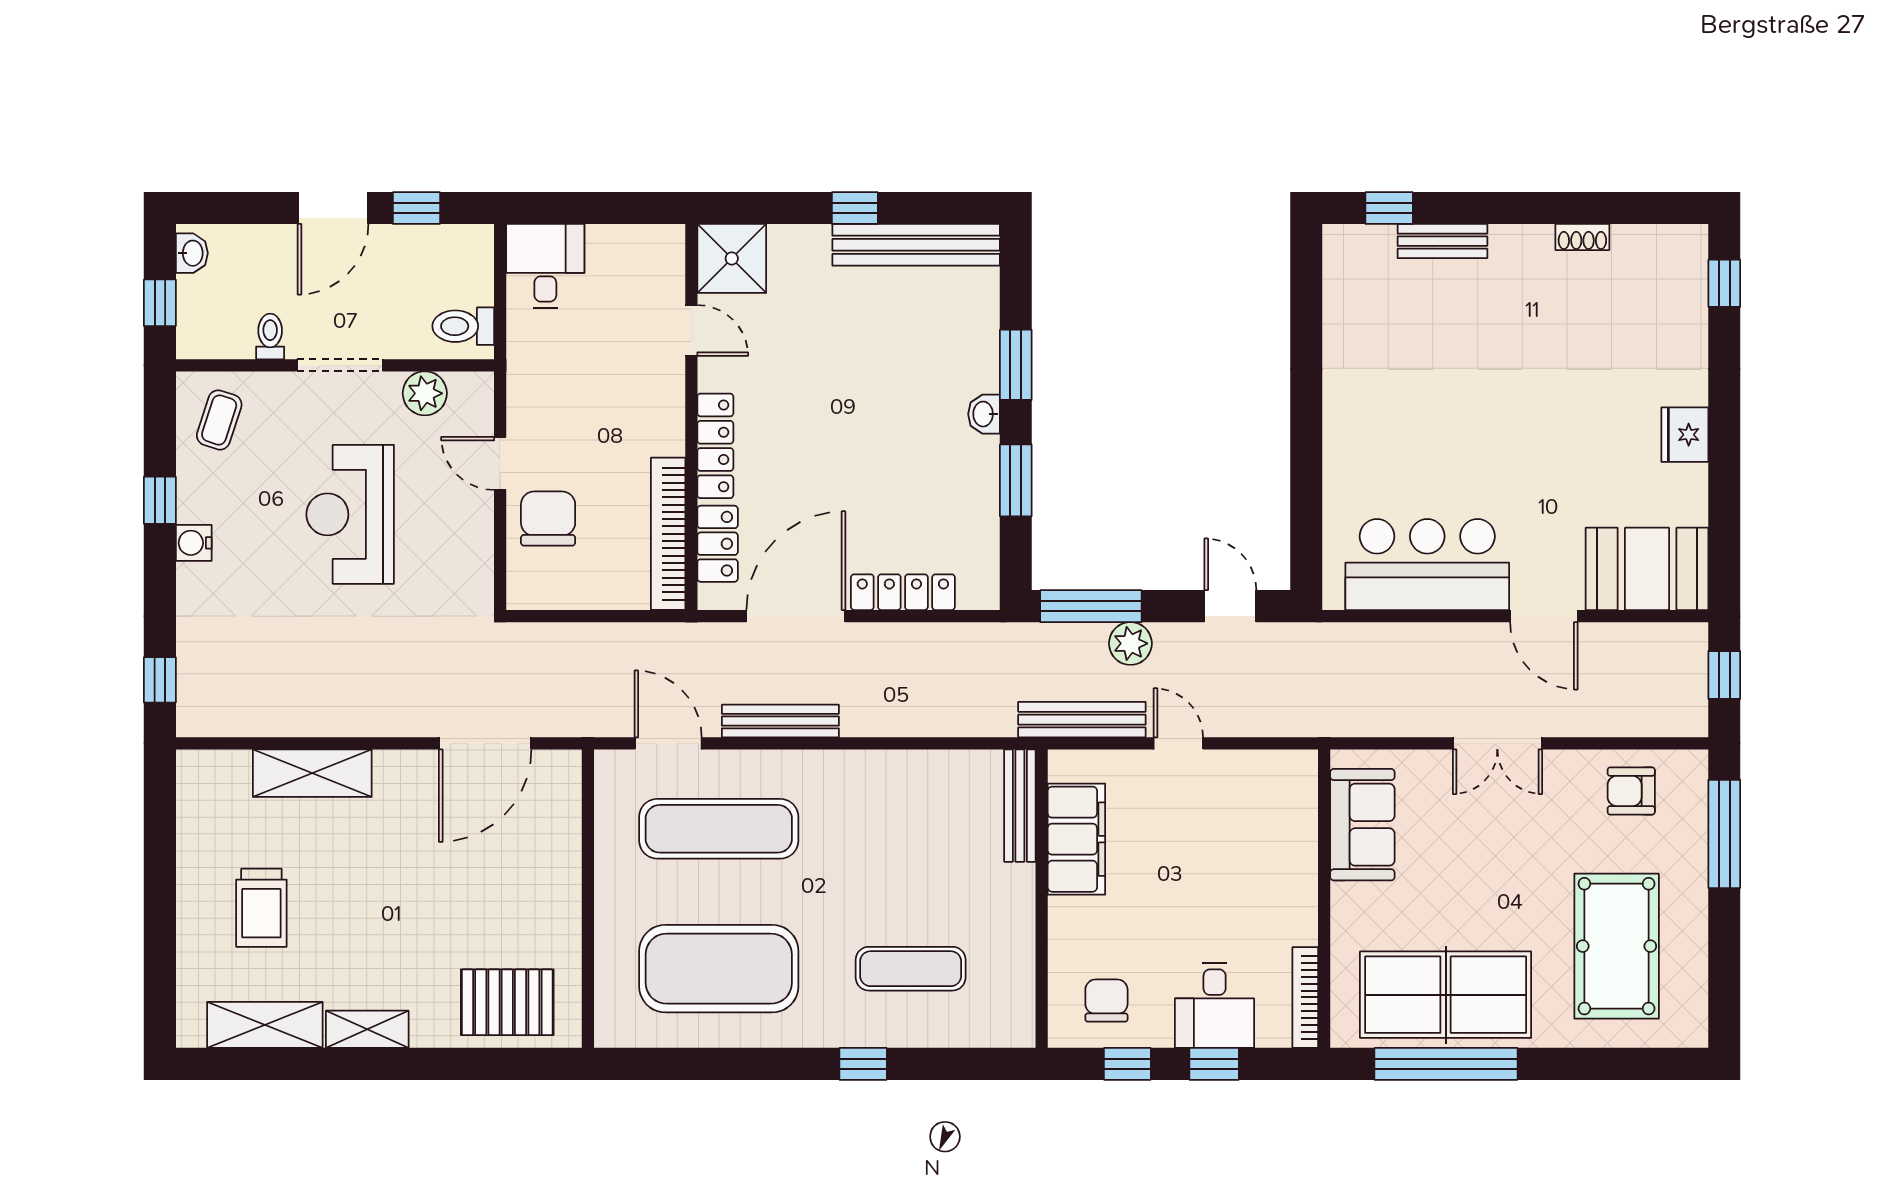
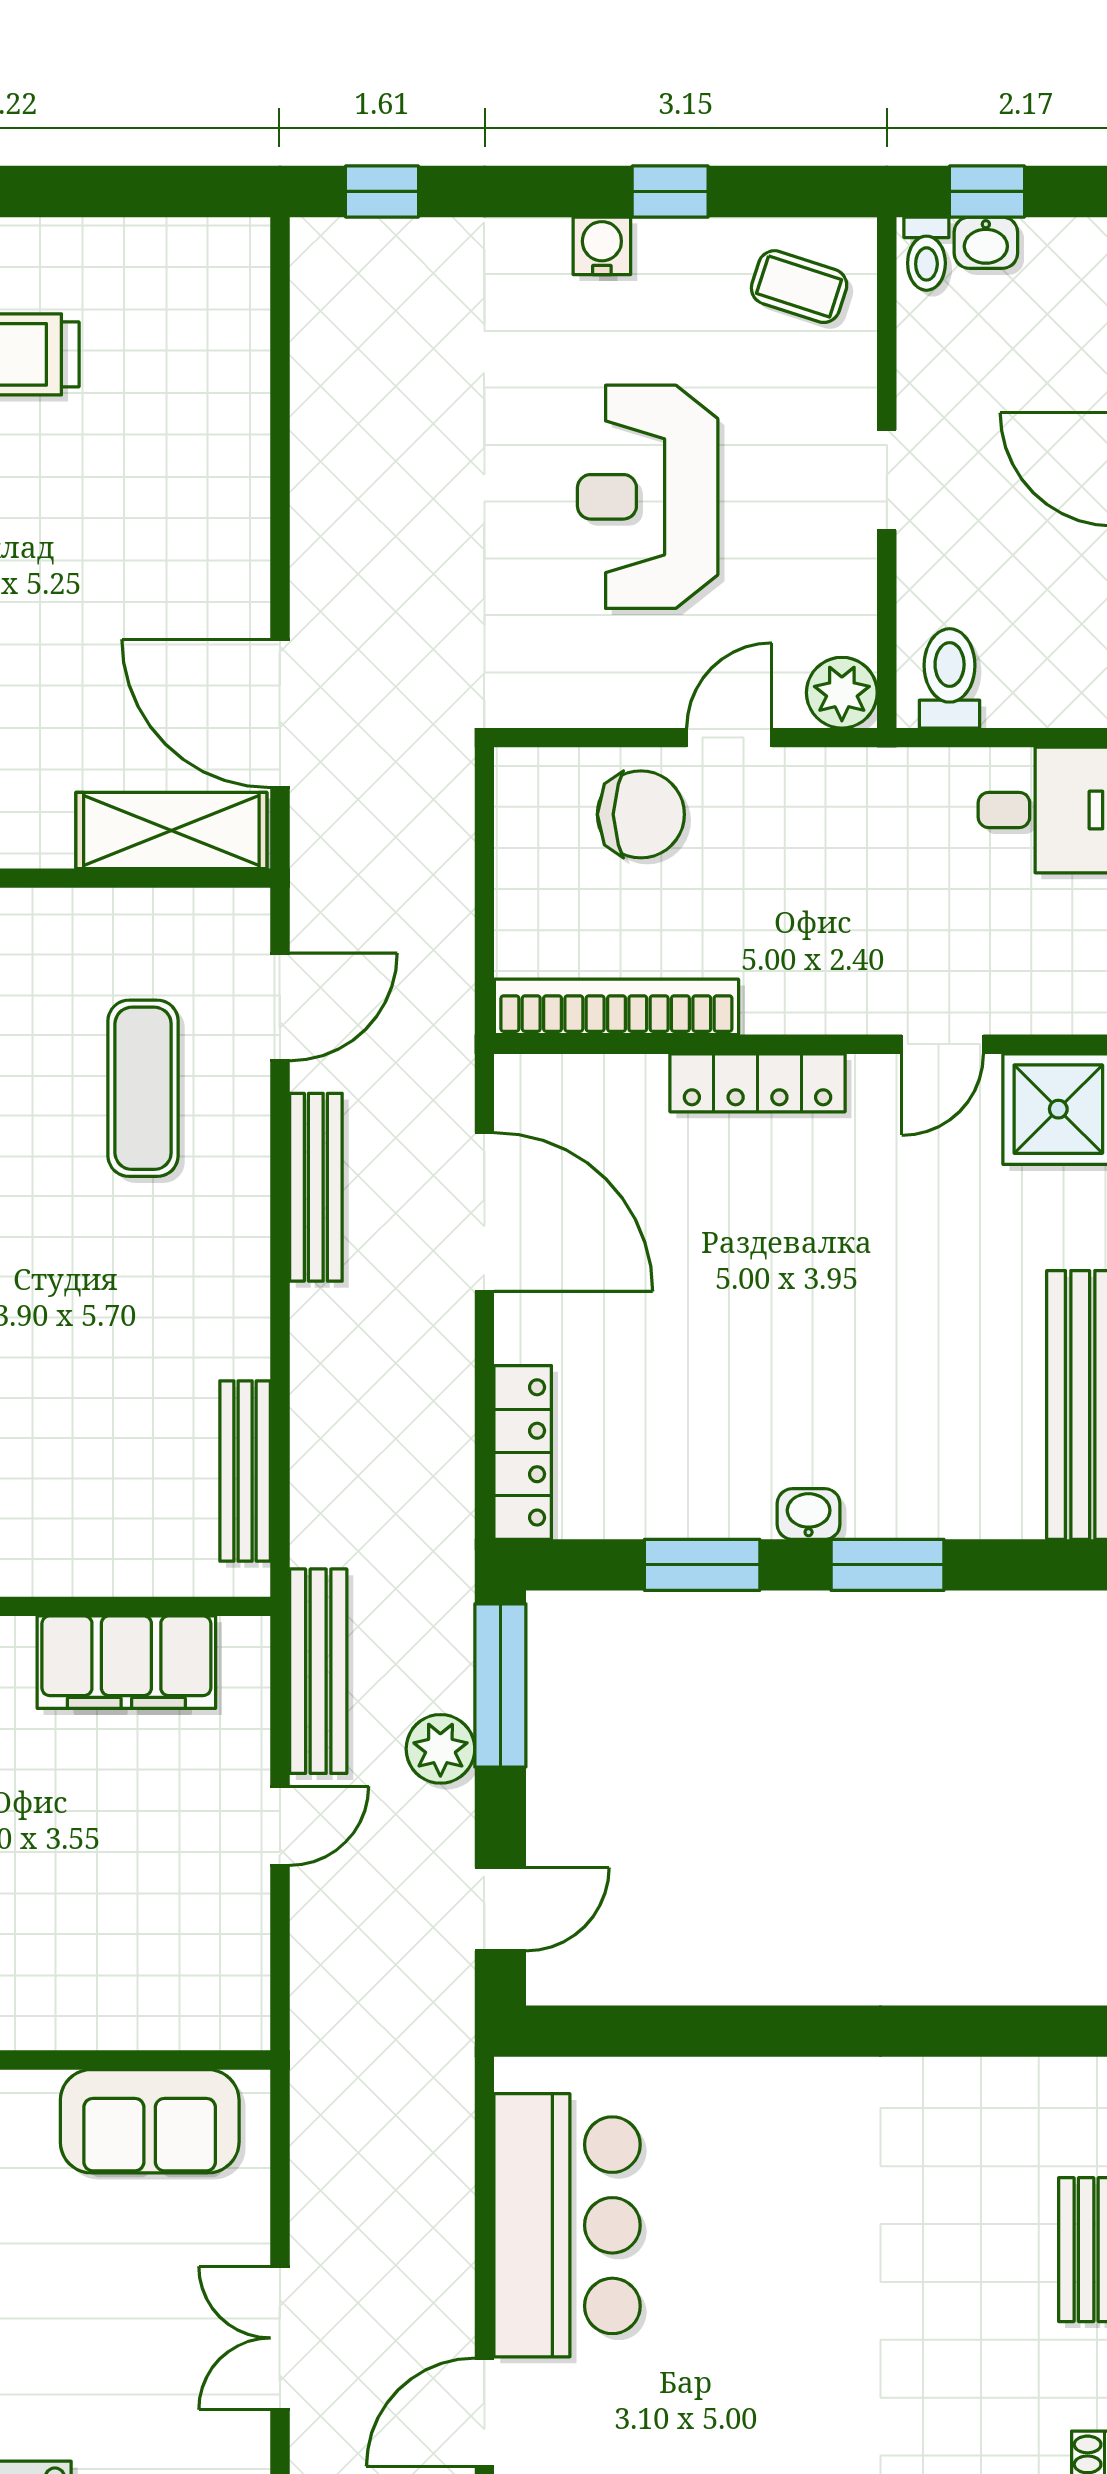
washbasin: (192, 253) -> (986, 243), moved
toilet: (270, 336) -> (926, 254), moved, turned 90
doorway: (340, 365) -> (887, 480), width x0.73
plant: (425, 393) -> (842, 693), moved
reception desk: (350, 514) -> (648, 497), turned -90
locker: (718, 544) -> (600, 1086), removed
locker: (903, 592) -> (523, 1452), moved
shelving: (312, 773) -> (171, 830), moved, turned 90
bench: (1020, 806) -> (245, 1471), moved, turned 90
exercise mat: (719, 829) -> (143, 1088), width x0.73, depth x0.69

